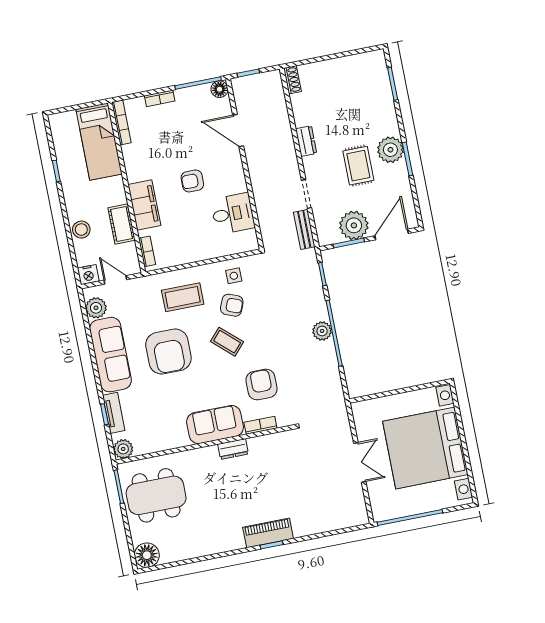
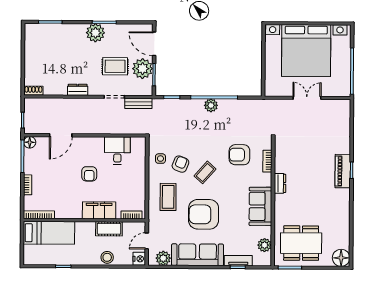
rug: (358, 166) -> (115, 66), moved
armchair: (168, 352) -> (204, 214), turned 180
sofa: (215, 425) -> (260, 206), moved
plant: (123, 449) -> (265, 245), moved
dining table: (156, 495) -> (301, 243), turned 90

